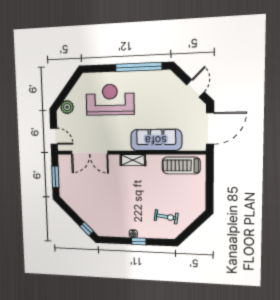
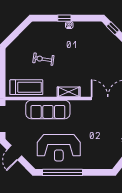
reception desk: (110, 100) -> (59, 148), moved
exercise bike: (166, 217) -> (43, 59), moved

